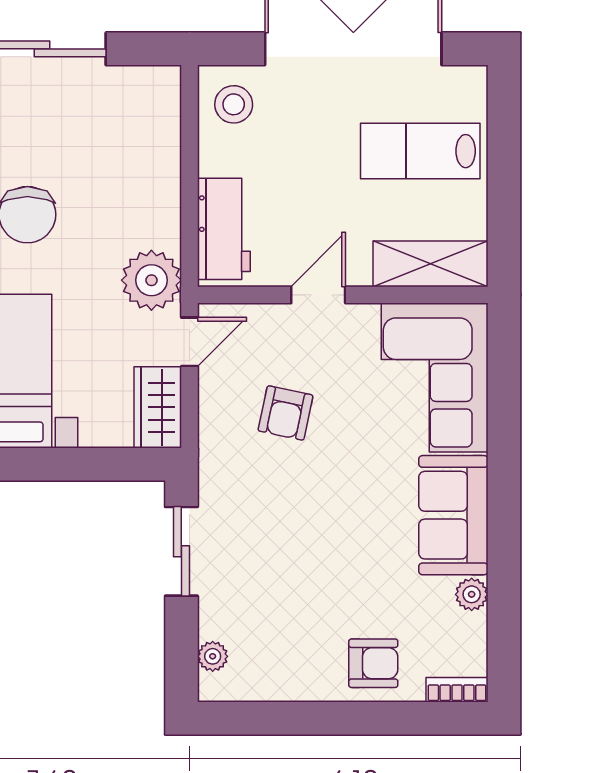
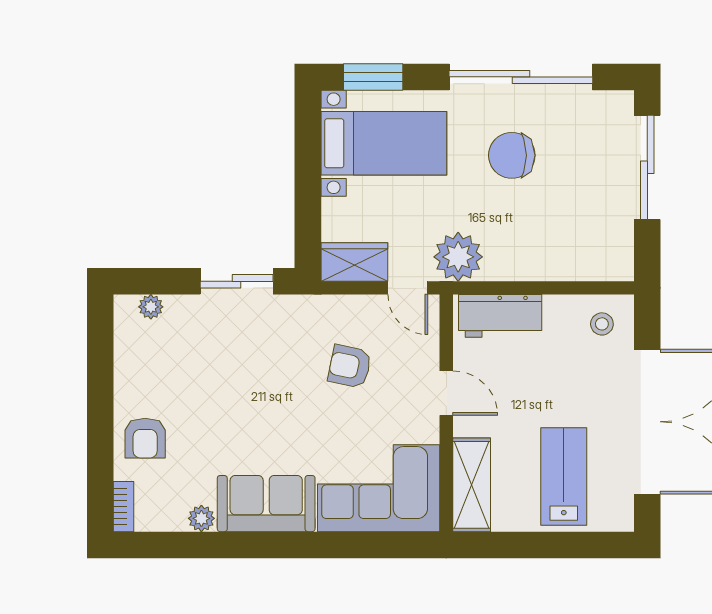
stool: (234, 104) -> (602, 324), width x0.73, depth x0.73

